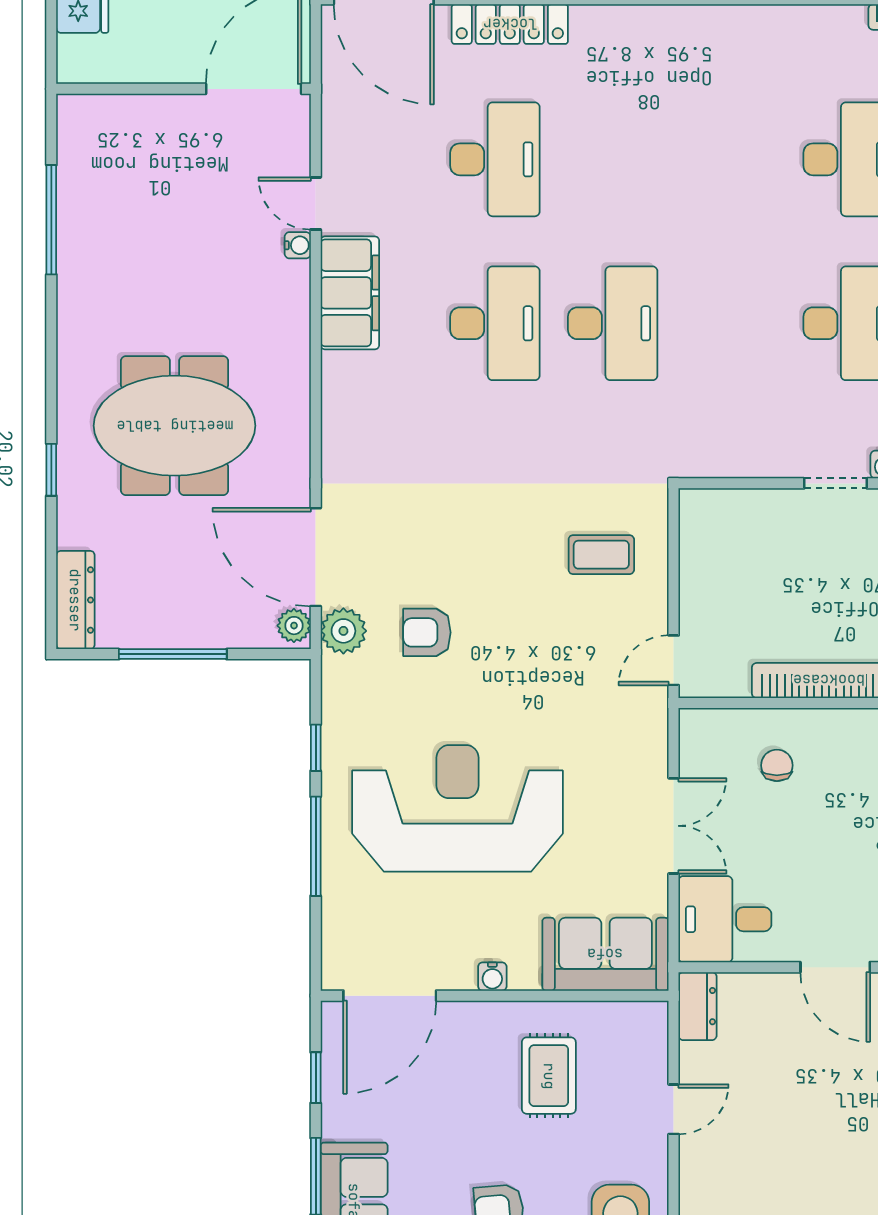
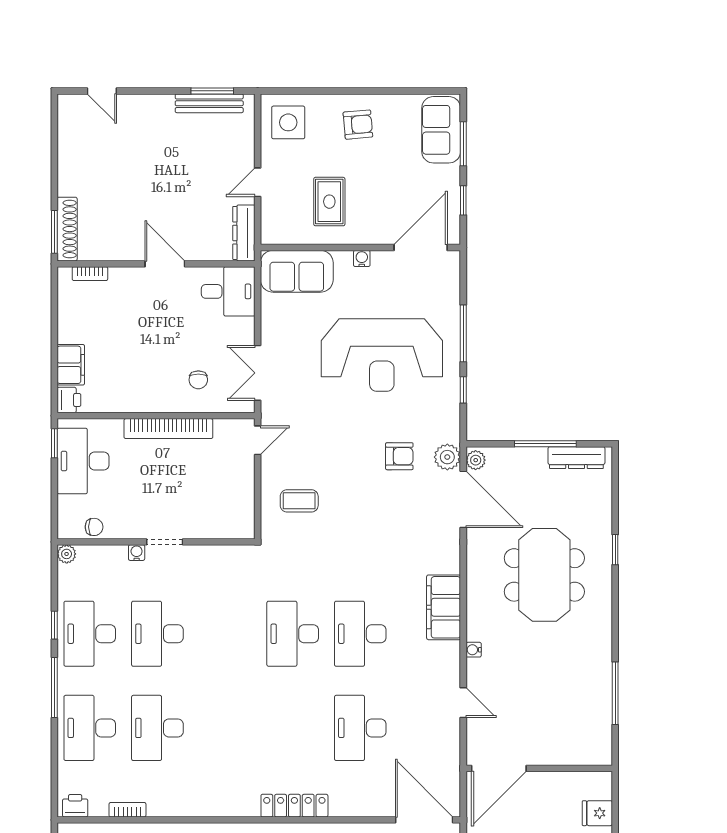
locker: (510, 24) -> (294, 806), moved
water cooler: (298, 245) -> (474, 650), moved
filing cabinet: (350, 293) -> (444, 607), moved
meeting table: (175, 426) -> (544, 575), turned 90
dresser: (75, 600) -> (576, 458), moved, turned -90
double door: (674, 826) -> (258, 373), moved
dresser: (698, 1006) -> (244, 233), width x1.44

